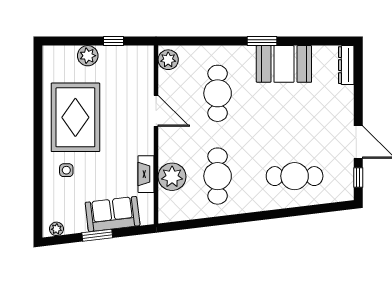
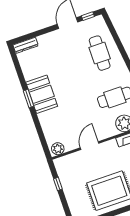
plant: (88, 56) -> (71, 196), removed
booth: (284, 64) -> (42, 94), moved
cafe table: (218, 93) -> (67, 114), removed

